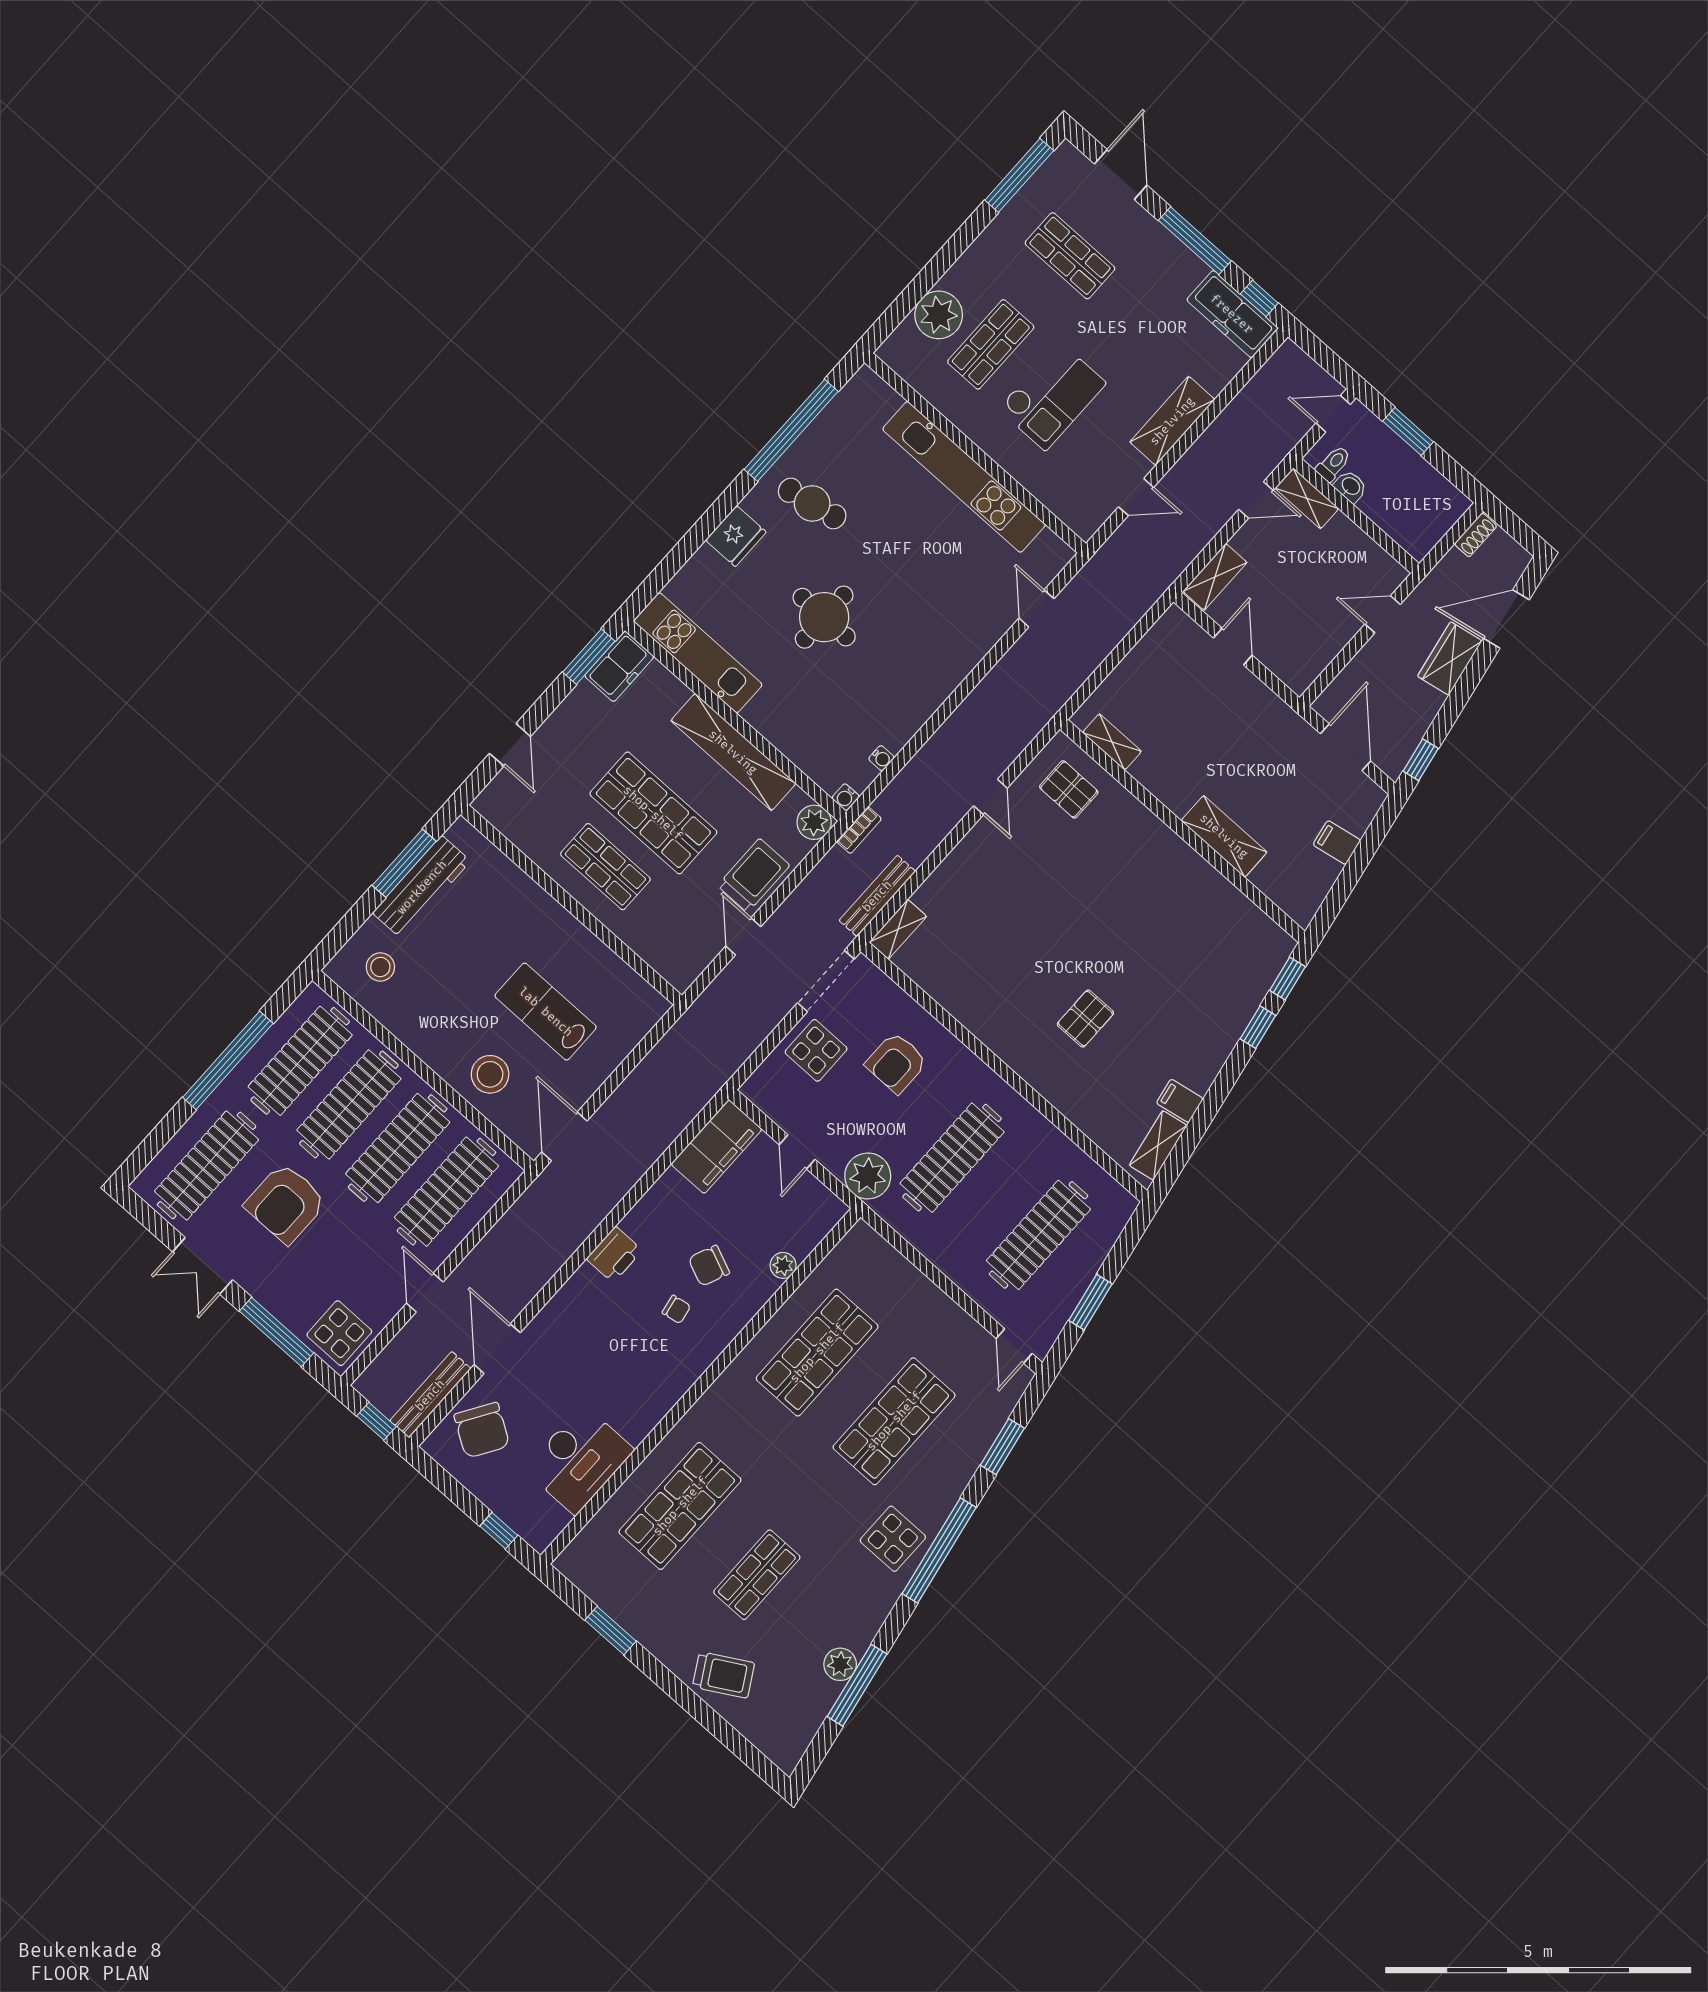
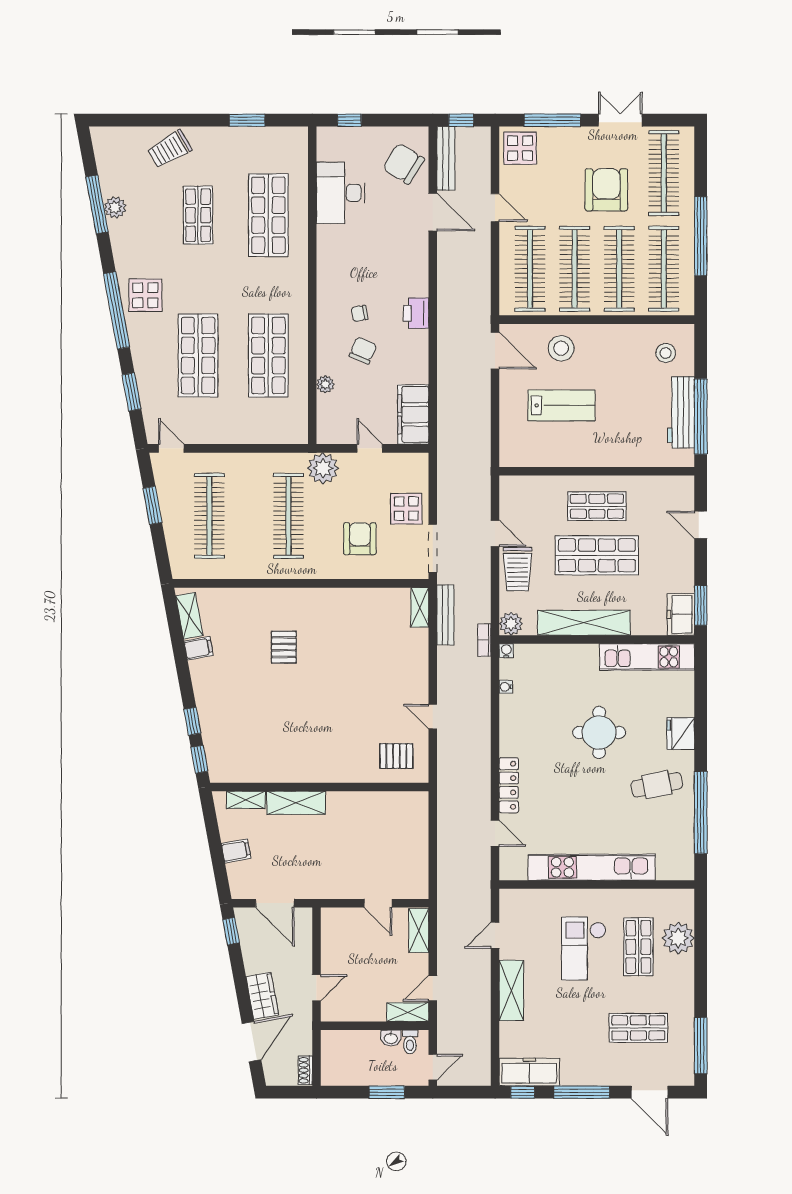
locker: (974, 648) -> (509, 785), added
shelving: (1112, 742) -> (246, 800), moved
window: (404, 863) -> (701, 416), width x1.46

